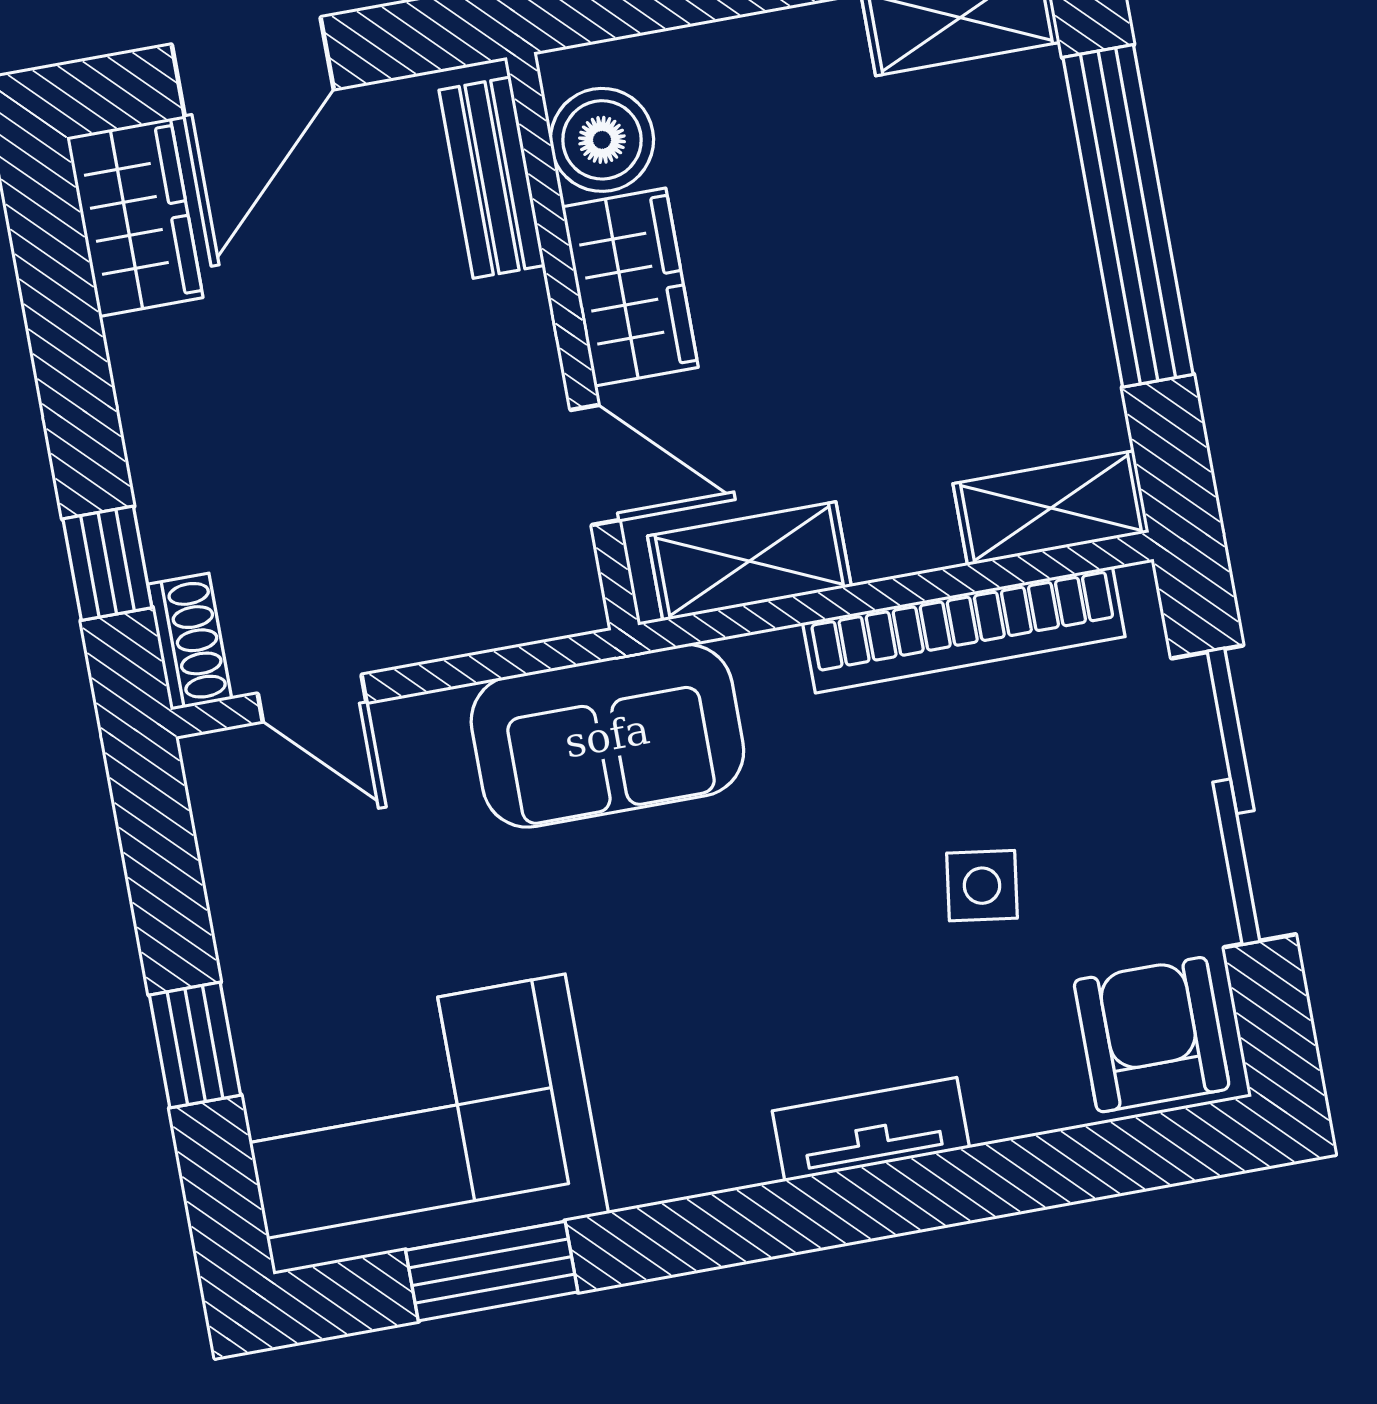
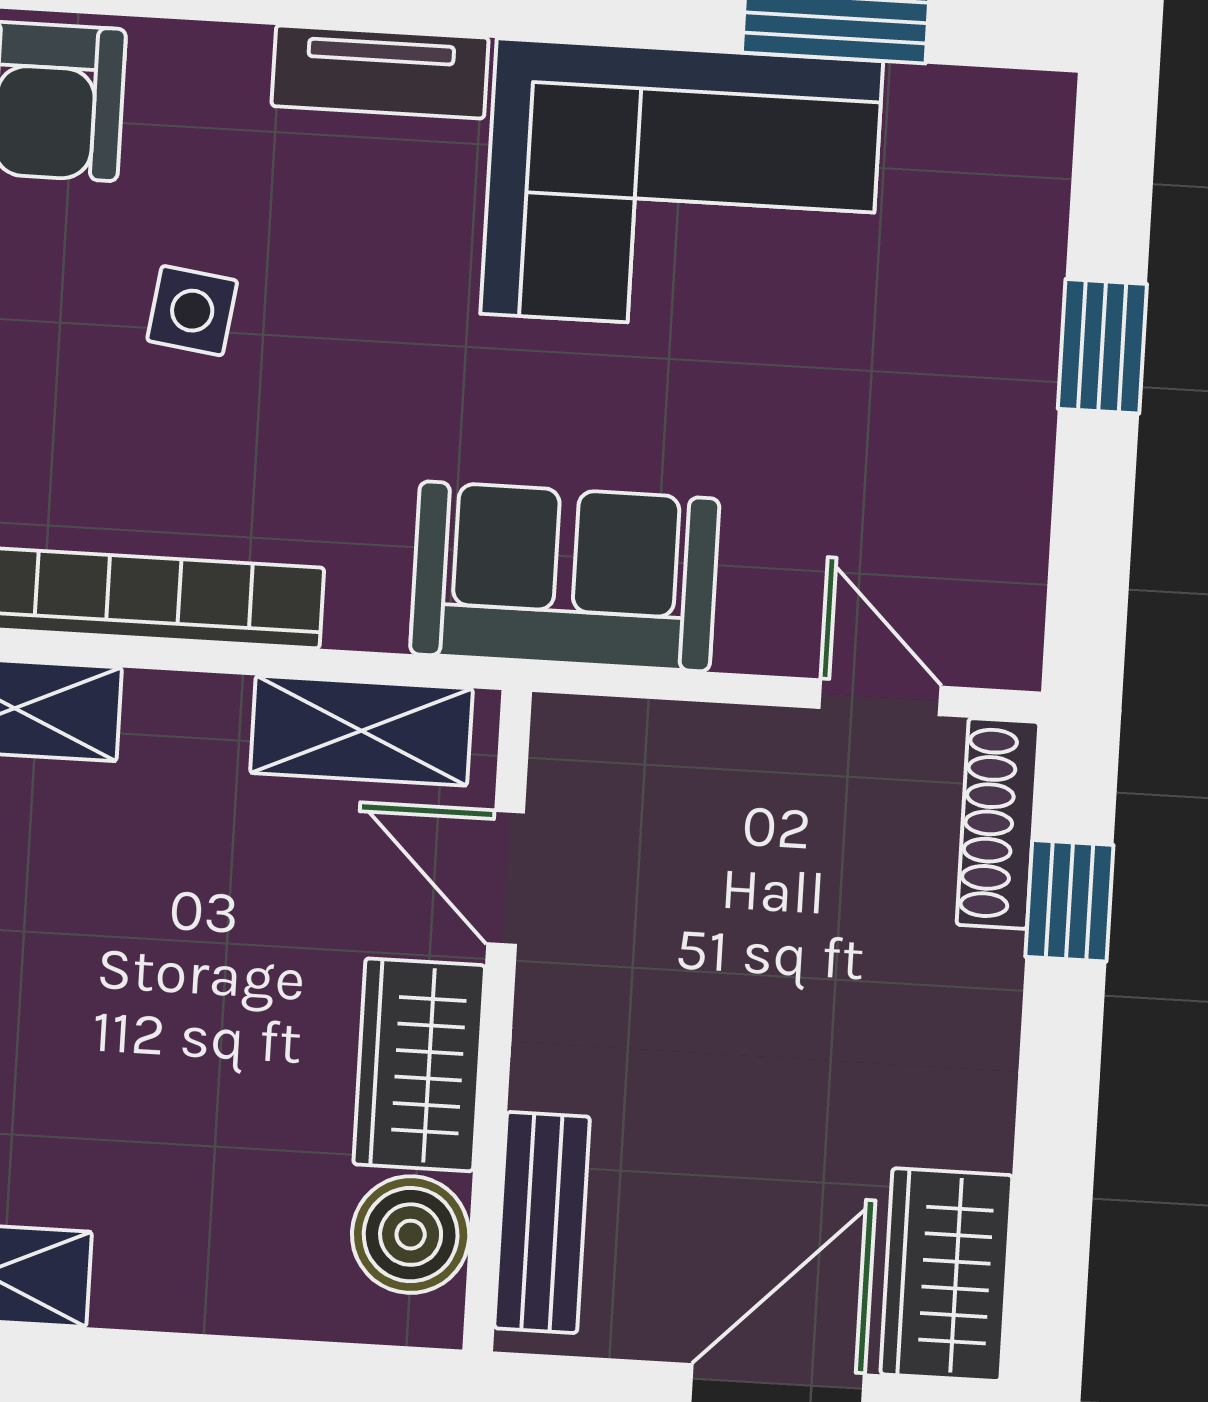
shoe rack: (190, 642) -> (998, 823), width x1.43
corner sofa: (419, 1124) -> (682, 187), moved

